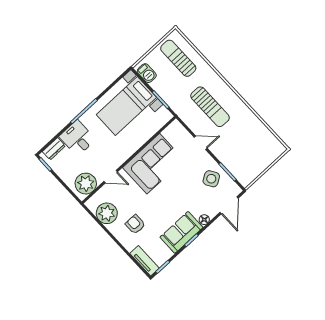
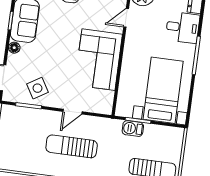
barbecue: (147, 73) -> (133, 129), moved
sun lounger: (210, 107) -> (72, 146), moved

